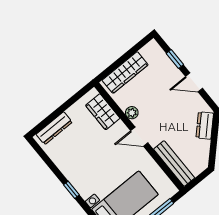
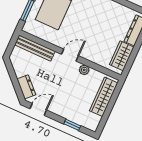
door: (194, 82) -> (38, 109), moved
wardrobe: (103, 112) -> (122, 56), moved, turned -90

